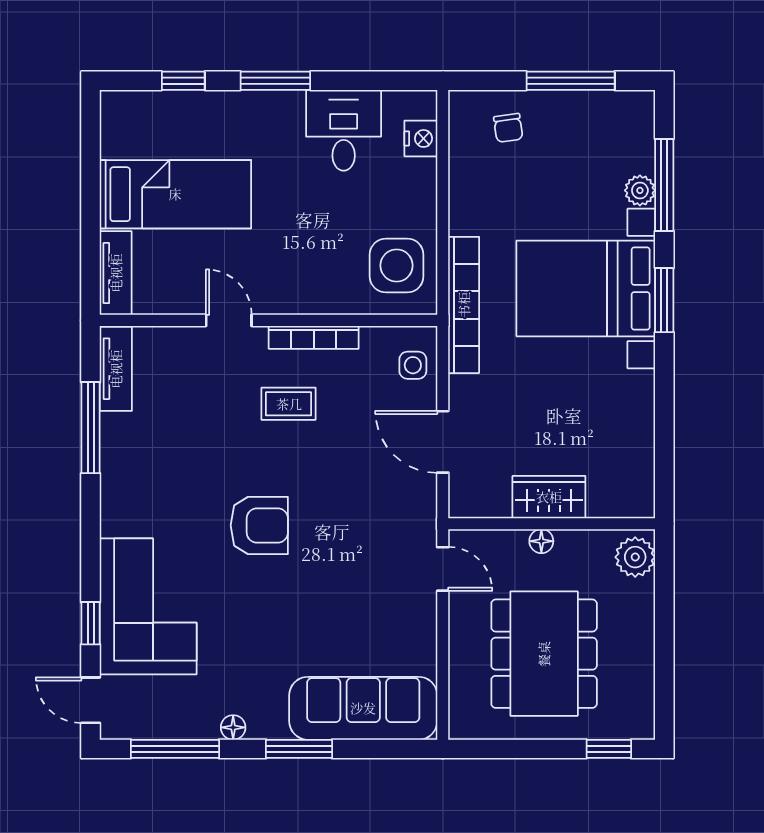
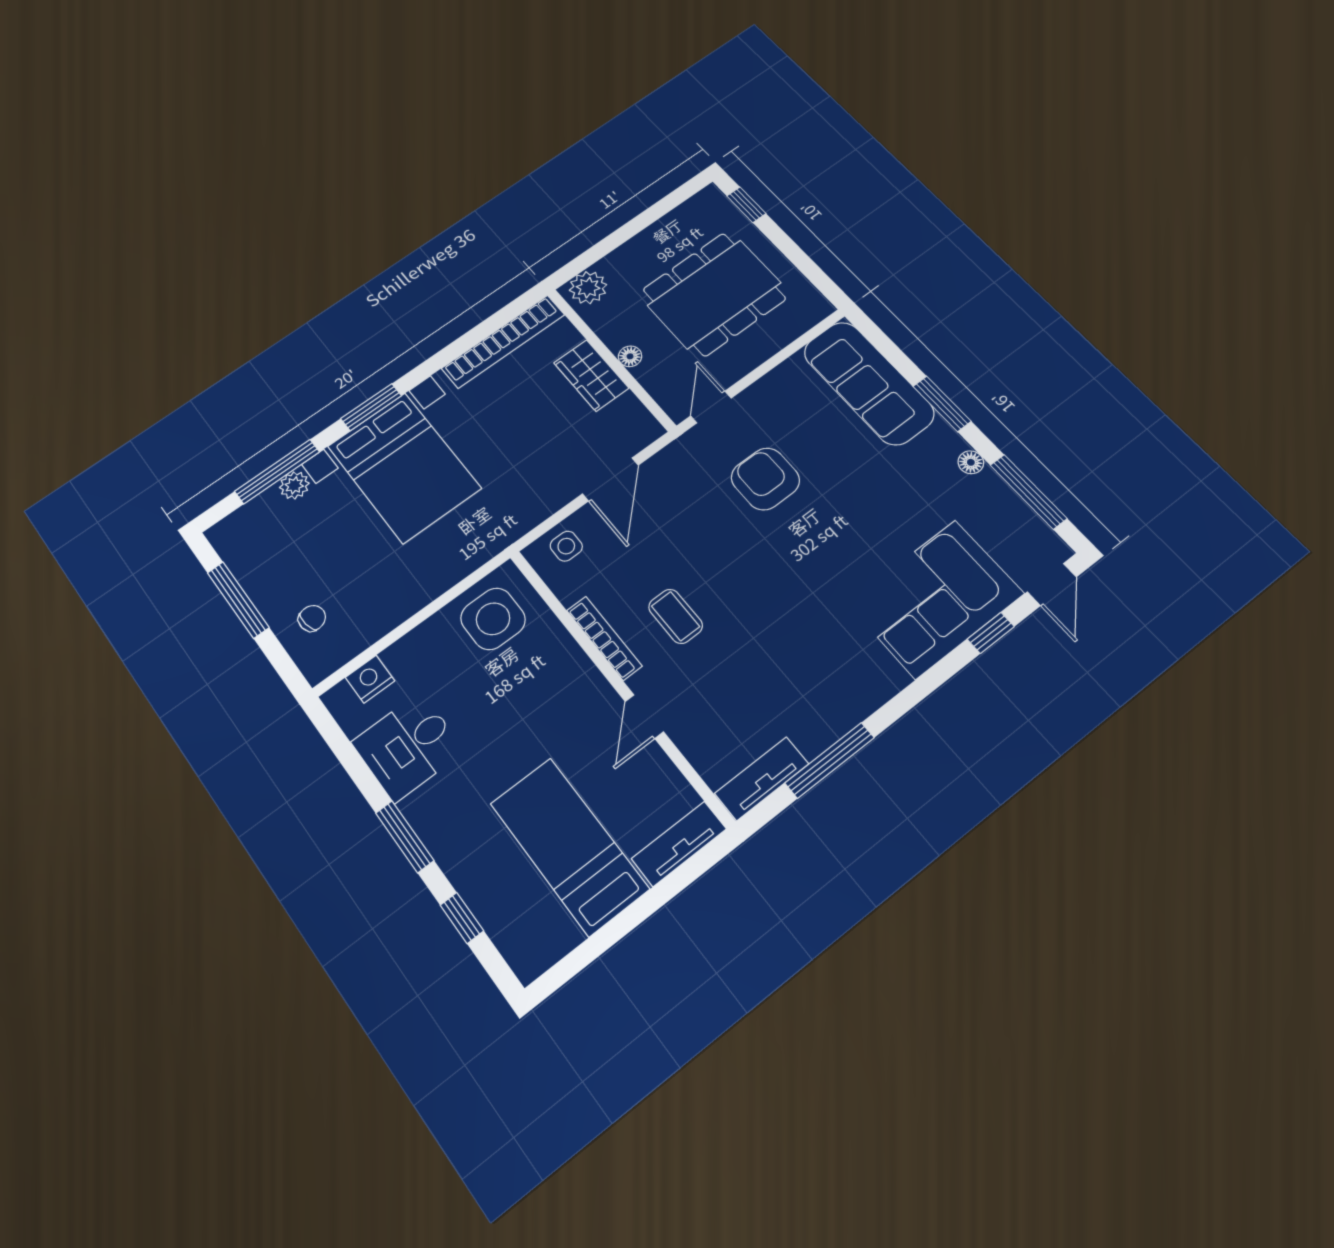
bookcase: (464, 305) -> (503, 341), moved, turned 180
armchair: (259, 525) -> (765, 479), moved

